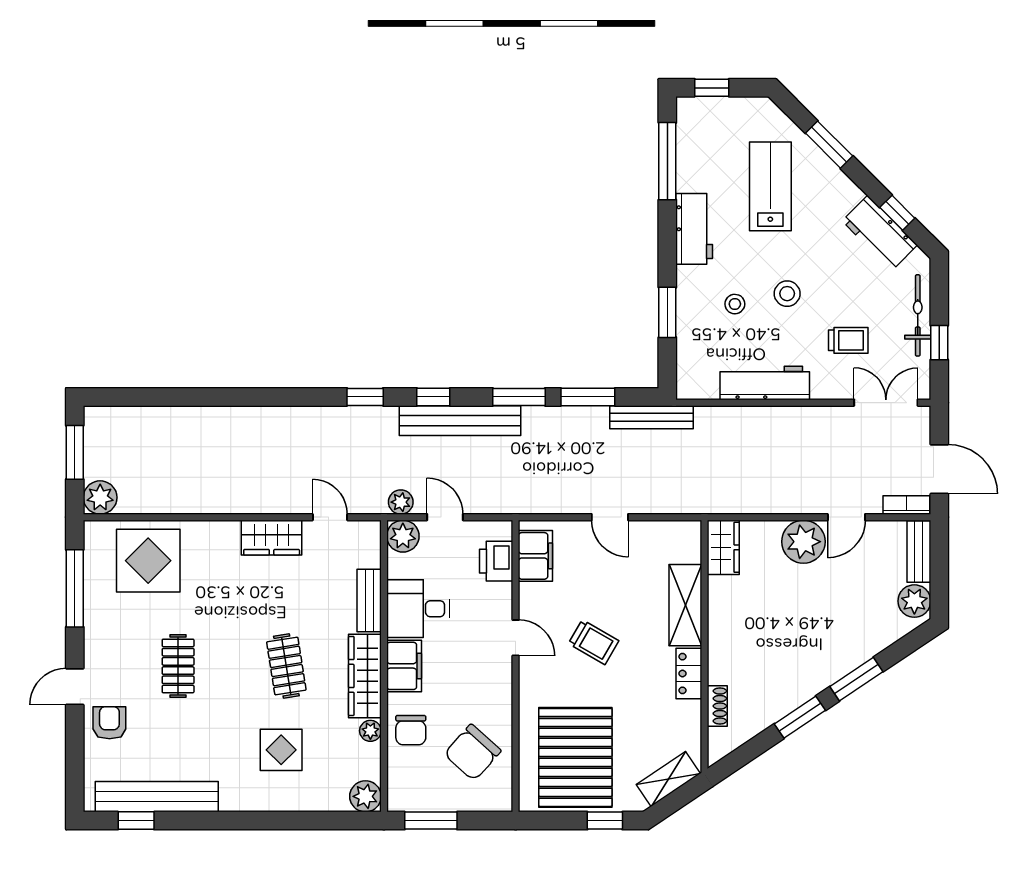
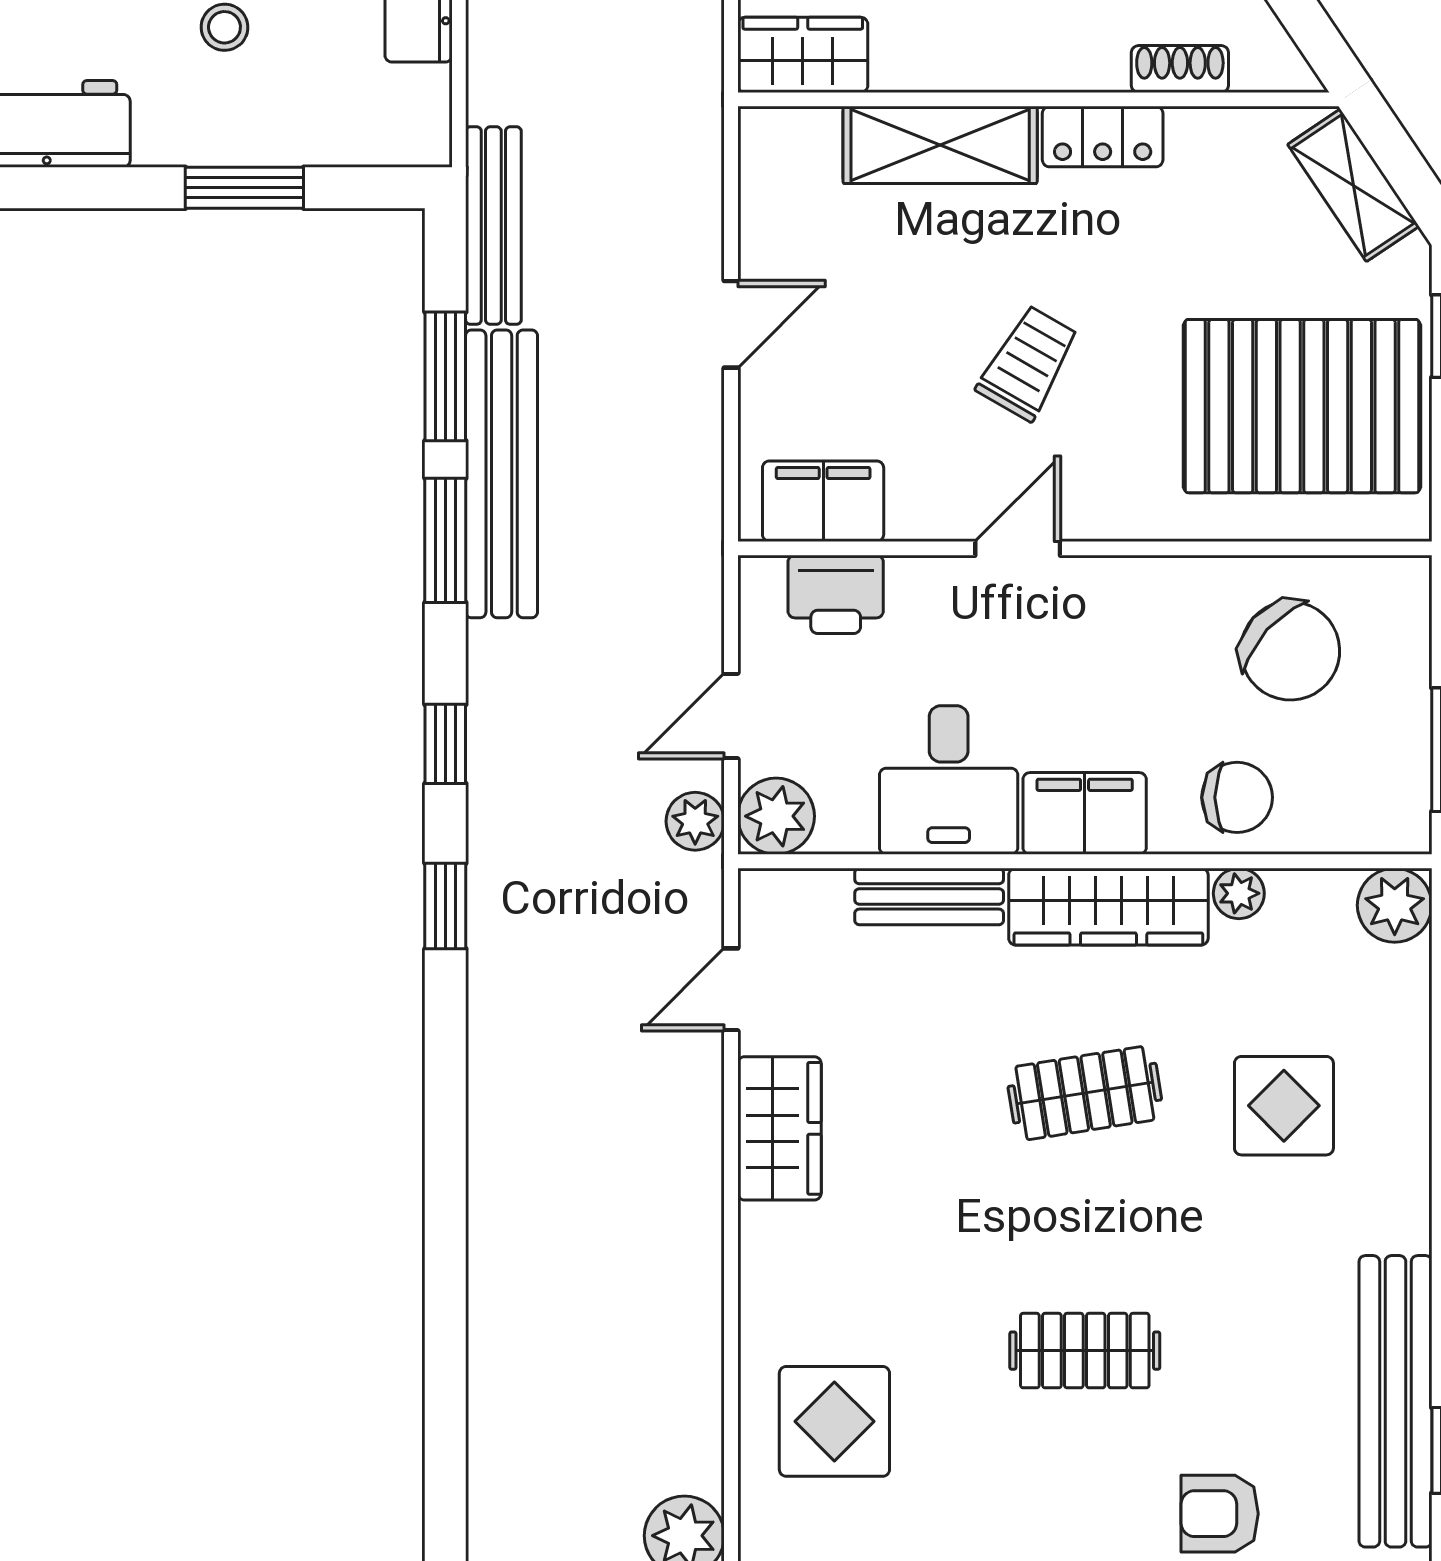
bench: (460, 421) -> (502, 474), moved
display table: (148, 561) -> (834, 1421), width x0.73, depth x0.73

